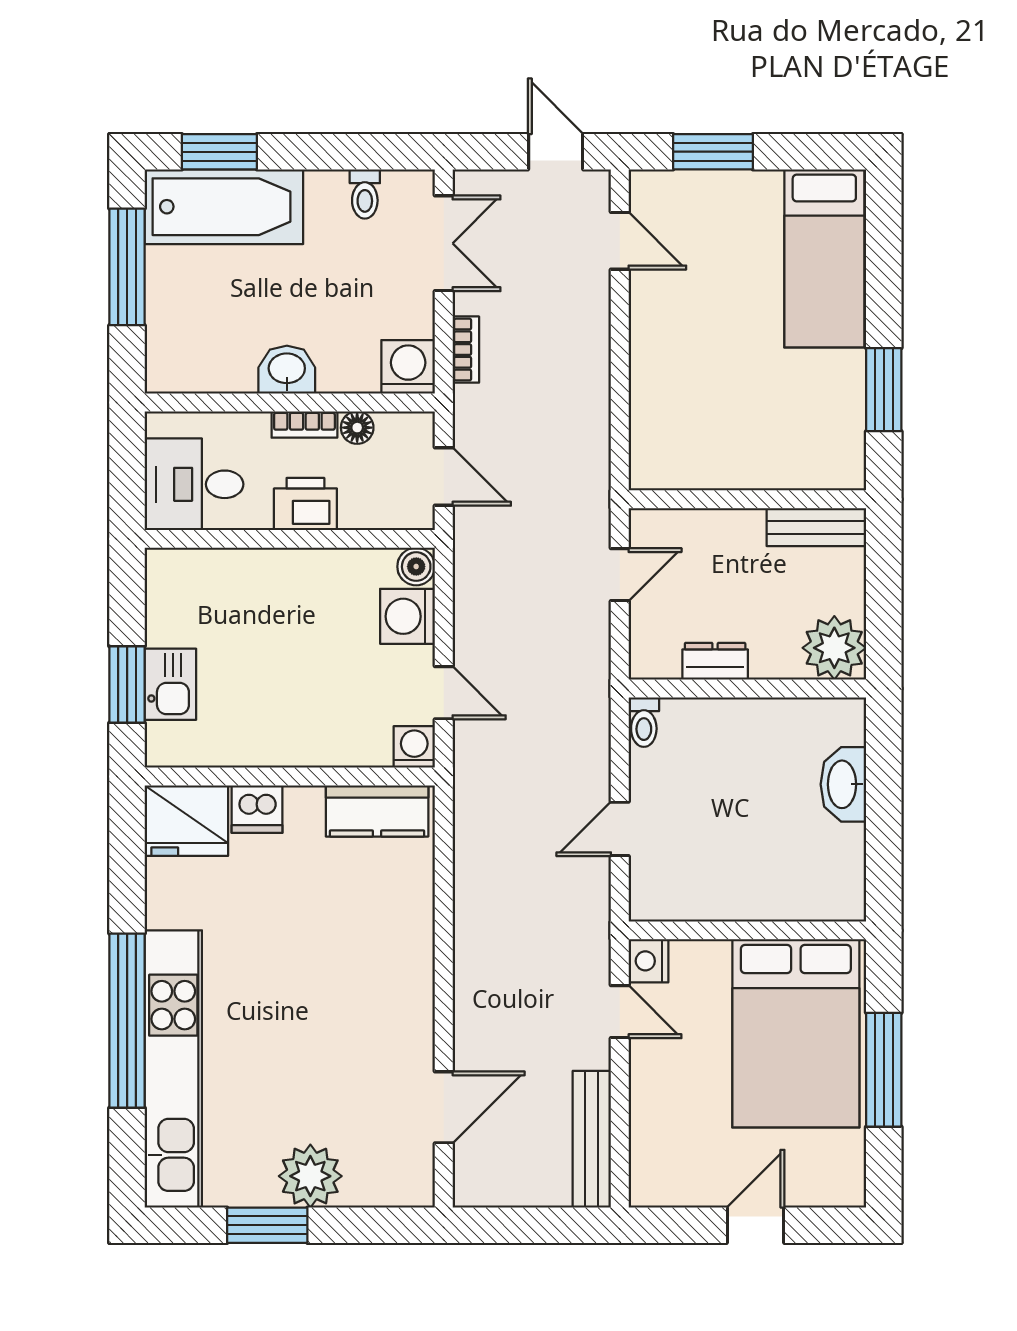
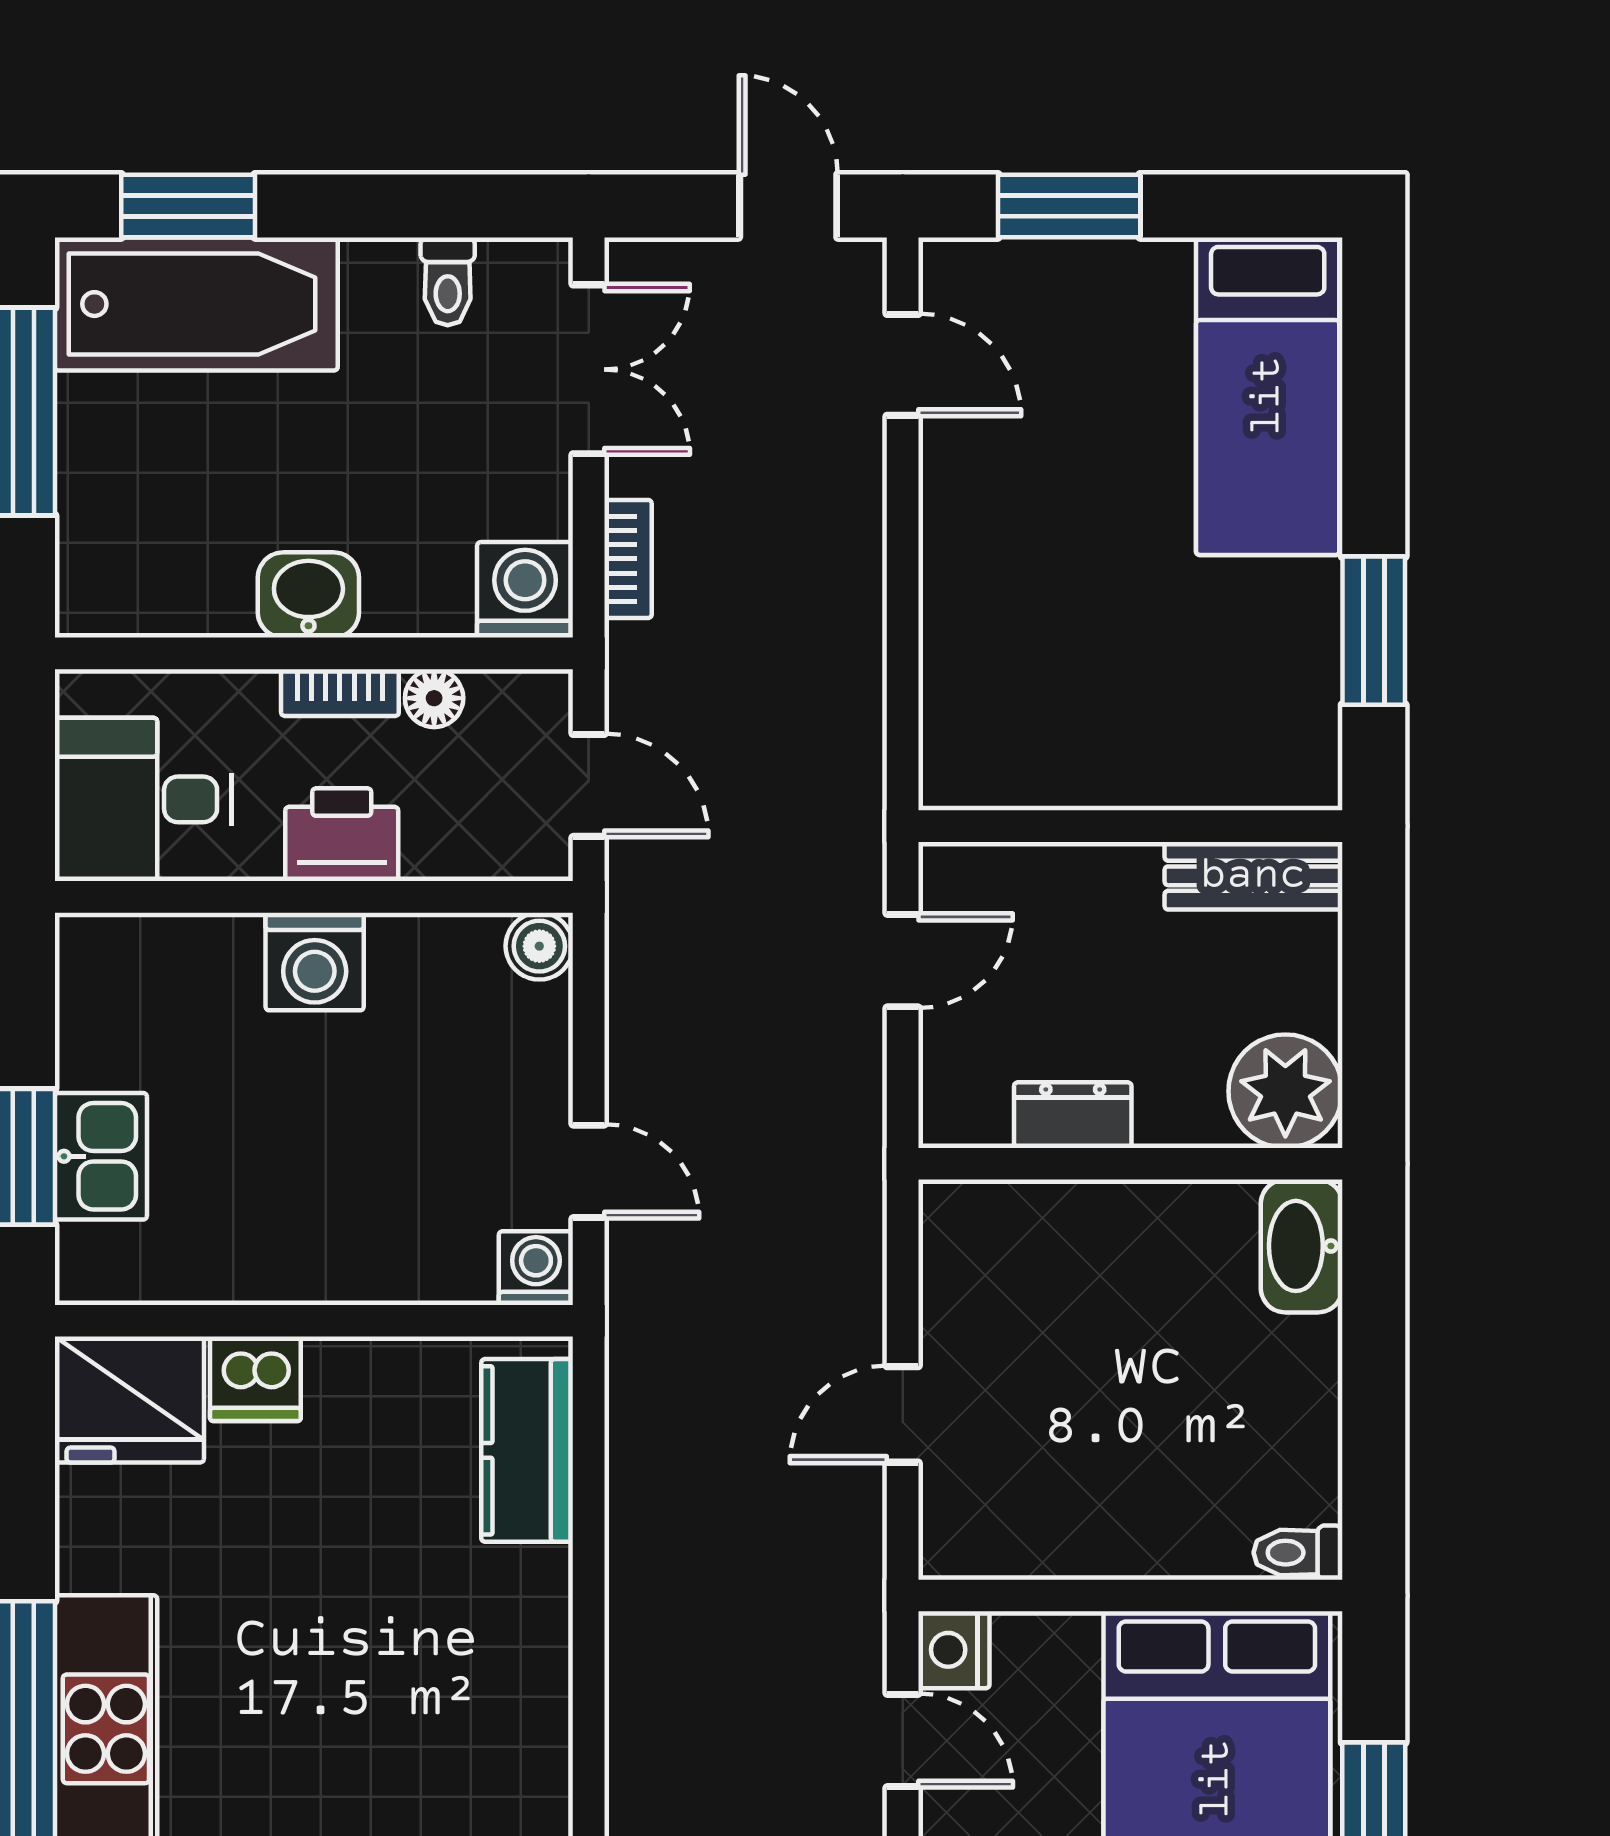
washing machine: (408, 616) -> (315, 961), moved, turned -90
toilet: (644, 722) -> (1298, 1553), moved, turned 90
washbasin: (843, 784) -> (1302, 1246), moved
kitchen counter: (377, 811) -> (527, 1450), moved, turned 90

